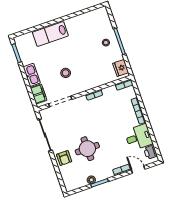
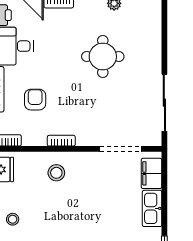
stool: (66, 73) -> (56, 173), moved
armchair: (64, 158) -> (35, 100), moved

